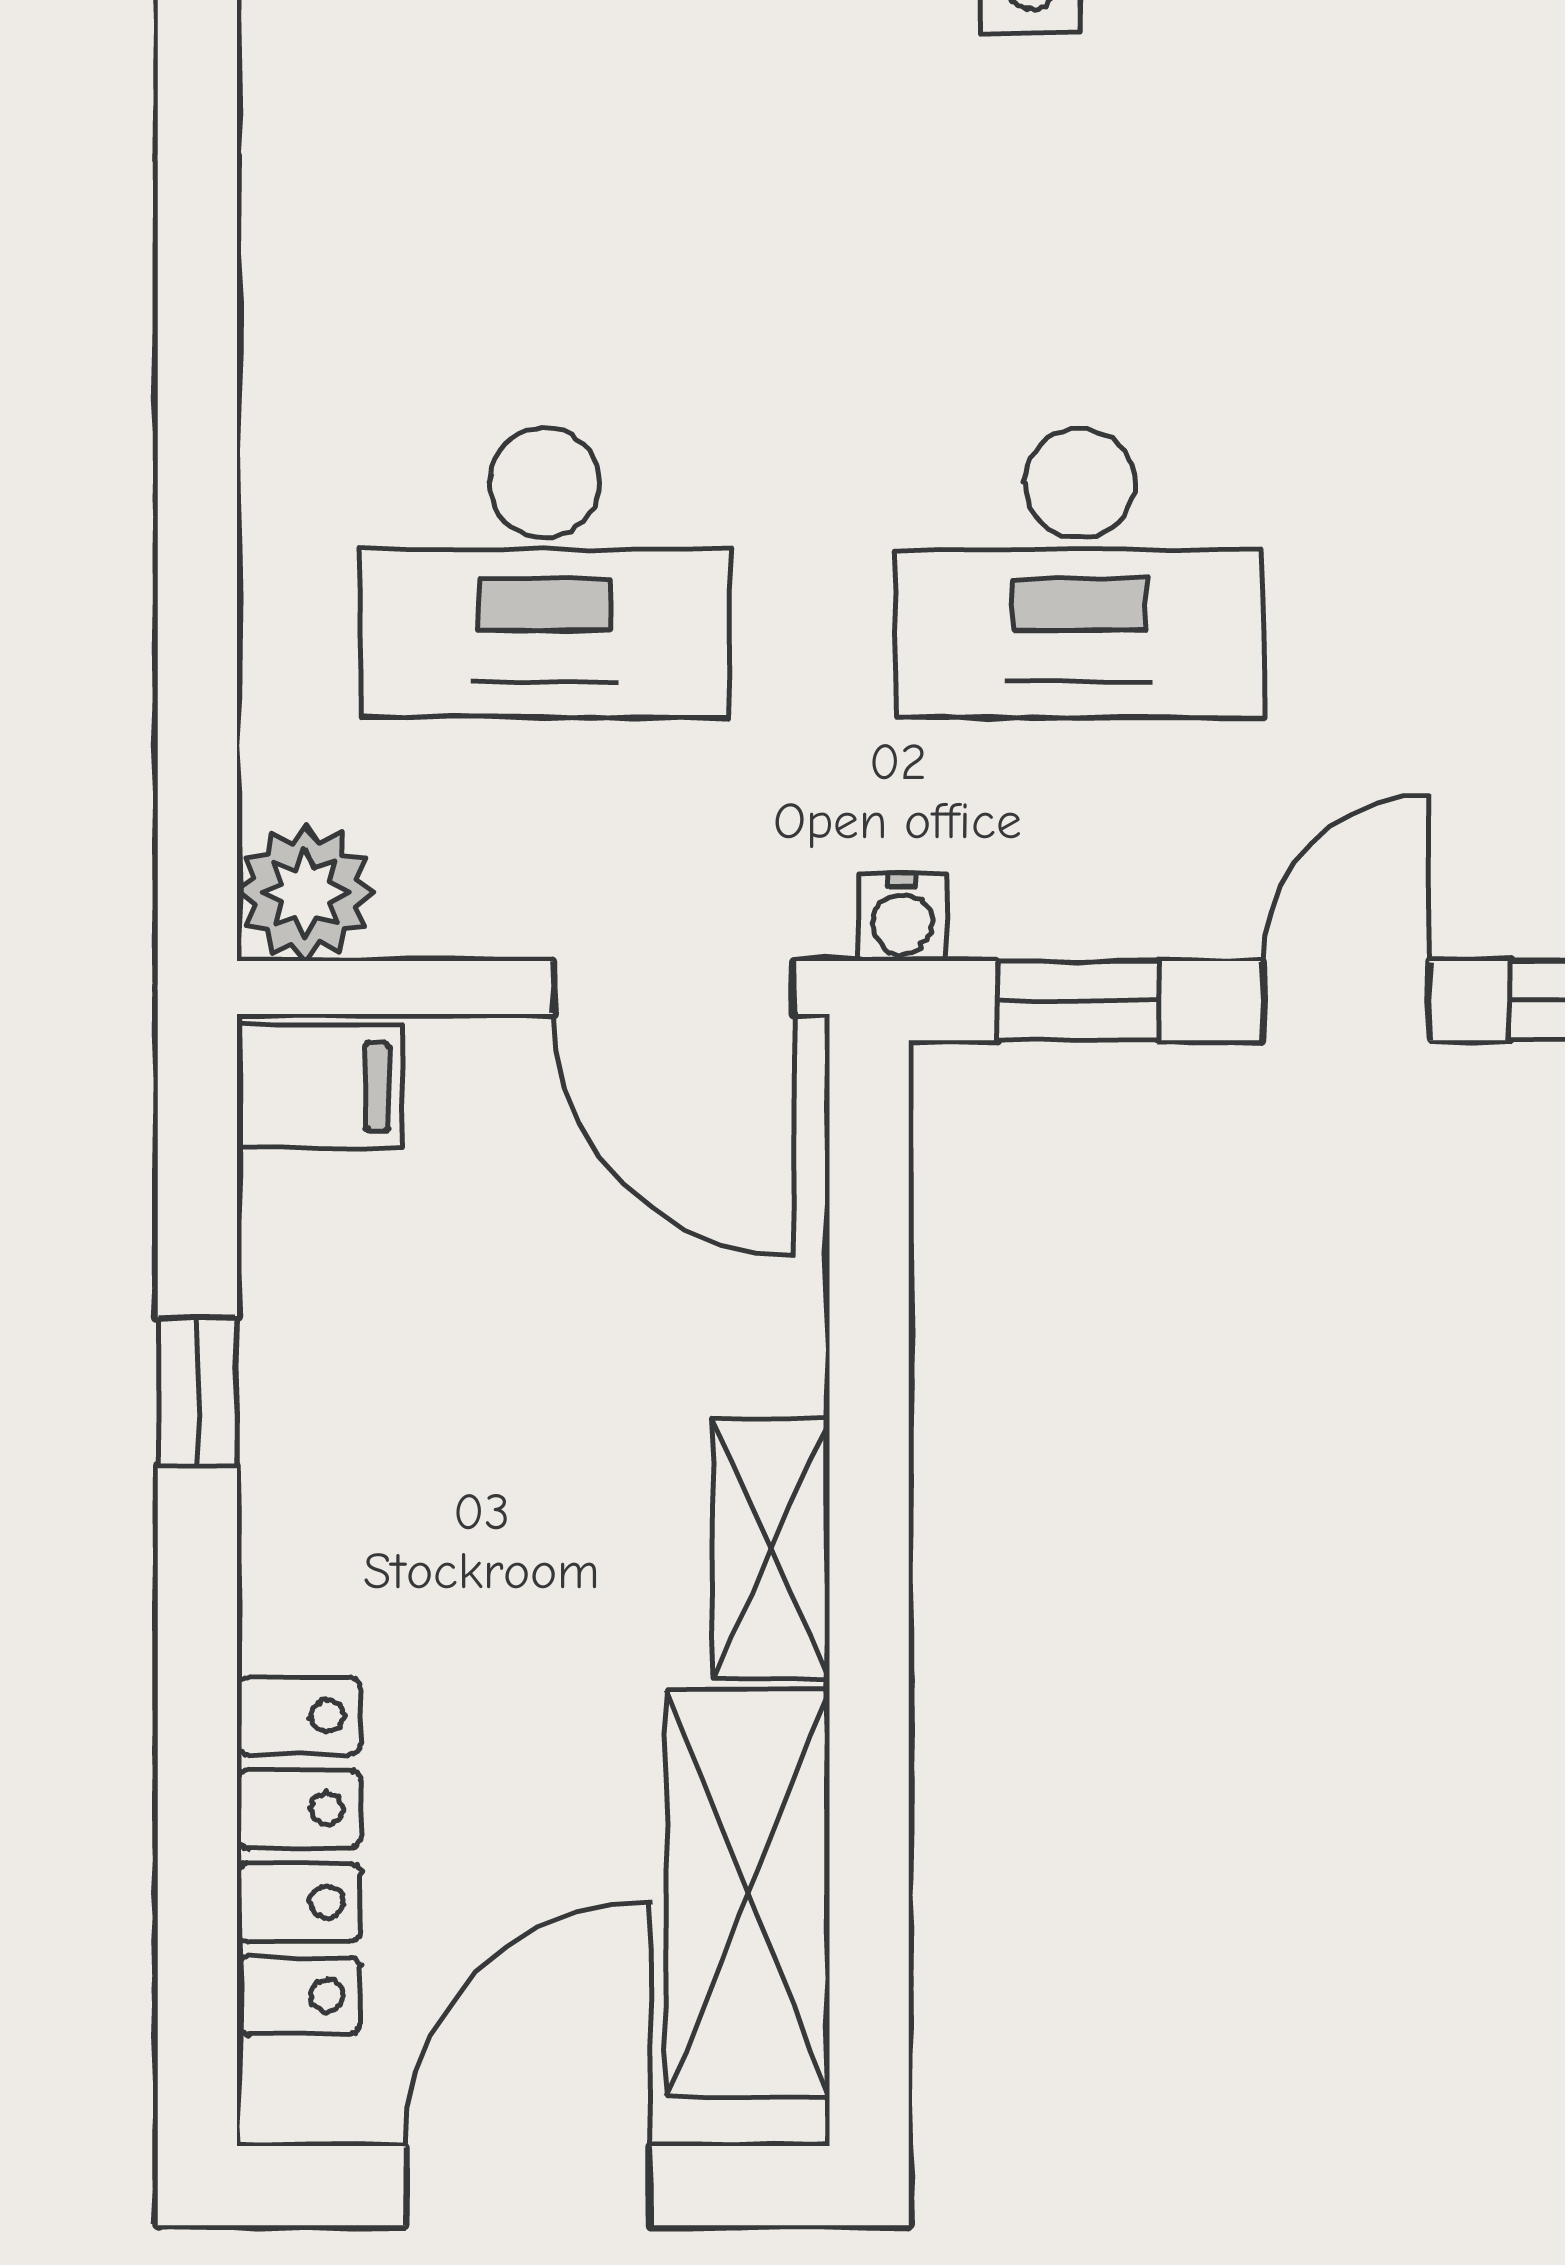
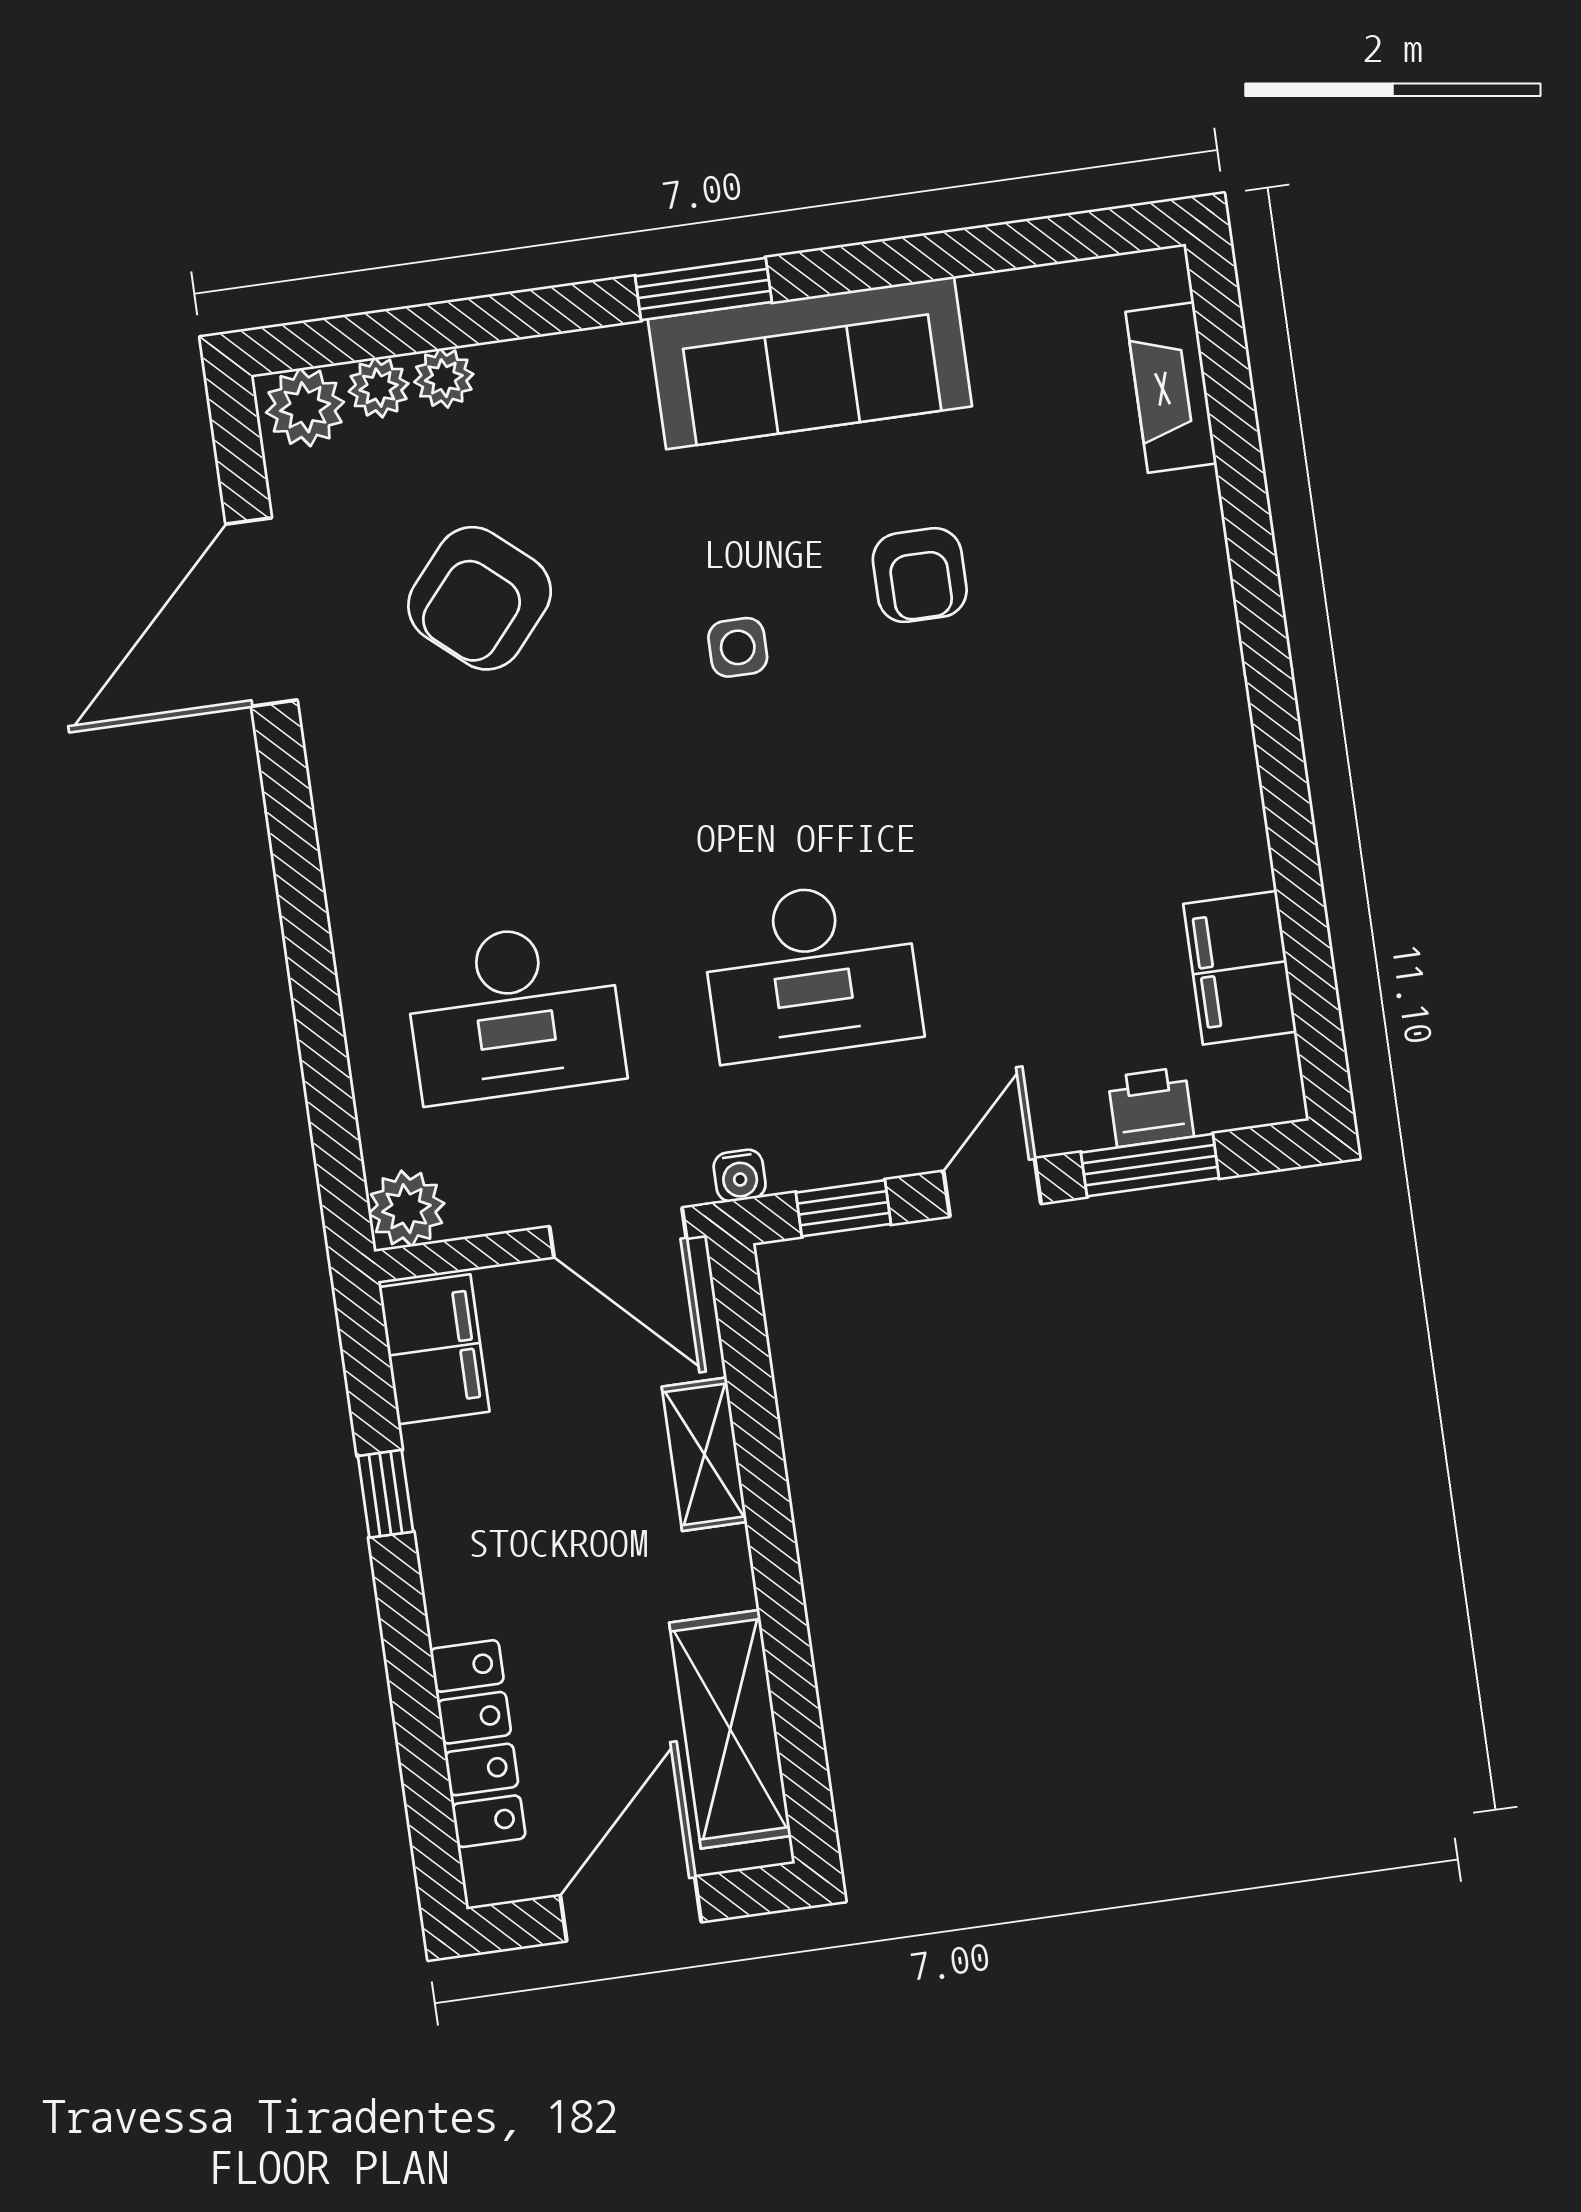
filing cabinet: (319, 1086) -> (434, 1349), width x2.00
shelving: (771, 1549) -> (704, 1454), moved

